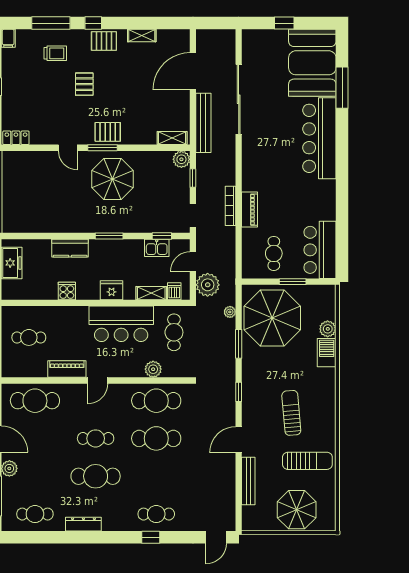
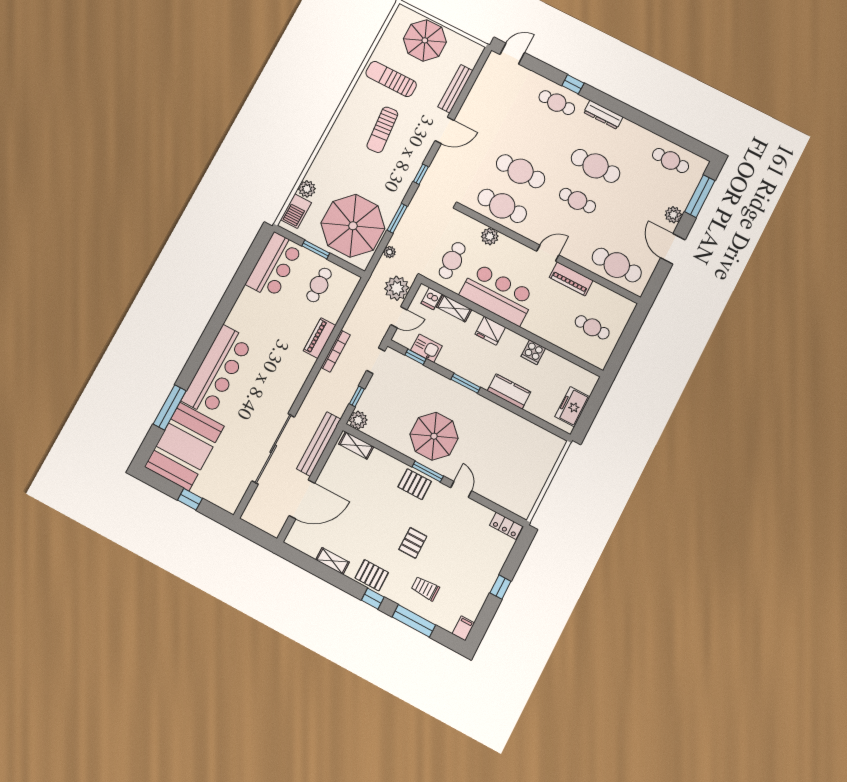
barbecue: (327, 353) -> (296, 211), moved
dresser: (83, 524) -> (603, 115), moved

